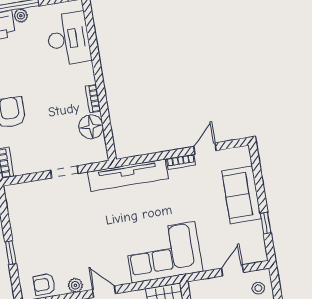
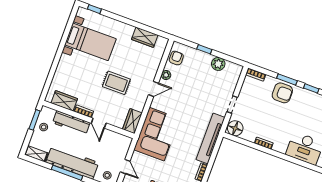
floor lamp: (91, 127) -> (235, 128), moved
plant: (20, 222) -> (218, 64), added

